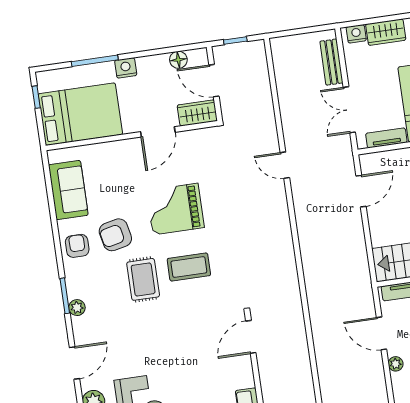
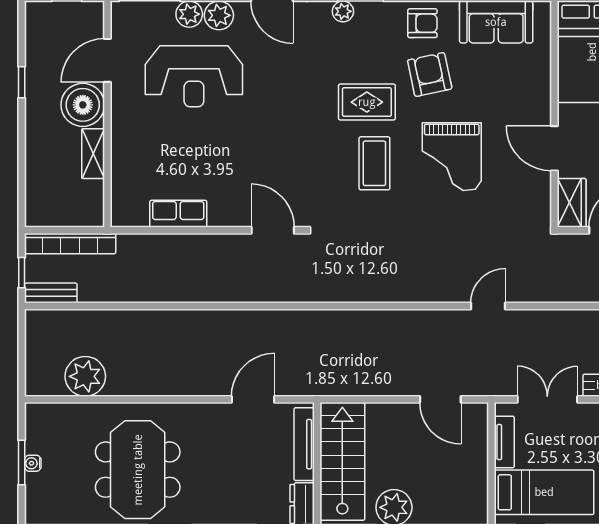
grand piano: (175, 209) -> (452, 157), turned 180
plant: (396, 364) -> (211, 412), removed

